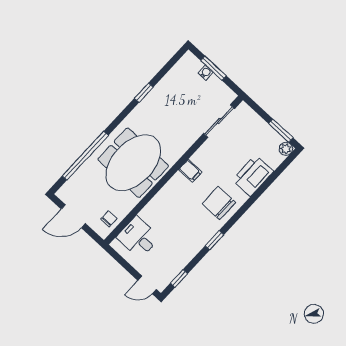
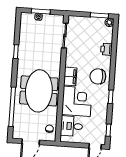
filing cabinet: (190, 171) -> (70, 76), width x2.00
printer: (253, 176) -> (106, 49), width x0.53, depth x0.68
corner desk: (169, 213) -> (77, 101), added

